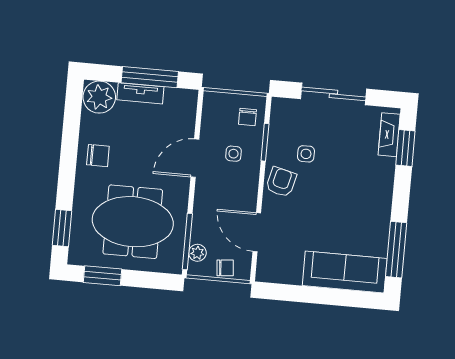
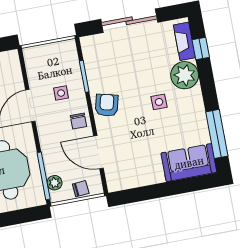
chair: (247, 117) -> (78, 121), moved
window: (405, 148) -> (201, 48), width x0.67
side table: (306, 154) -> (159, 102), moved
plant: (379, 173) -> (185, 75), added
sofa: (345, 272) -> (189, 163), width x0.73

